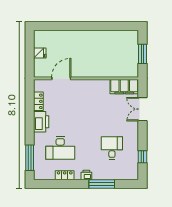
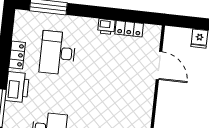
printer: (41, 122) -> (106, 27), width x0.53, depth x0.68
printer: (86, 175) -> (17, 87), width x1.87, depth x1.48

